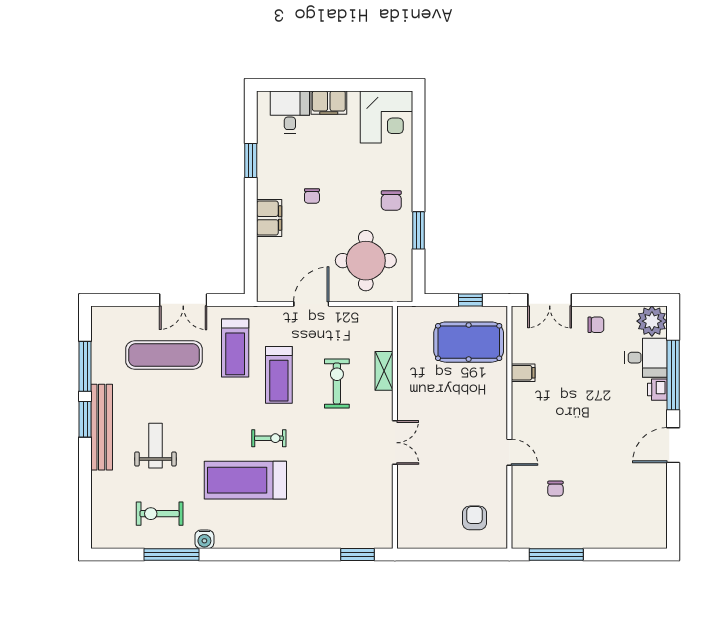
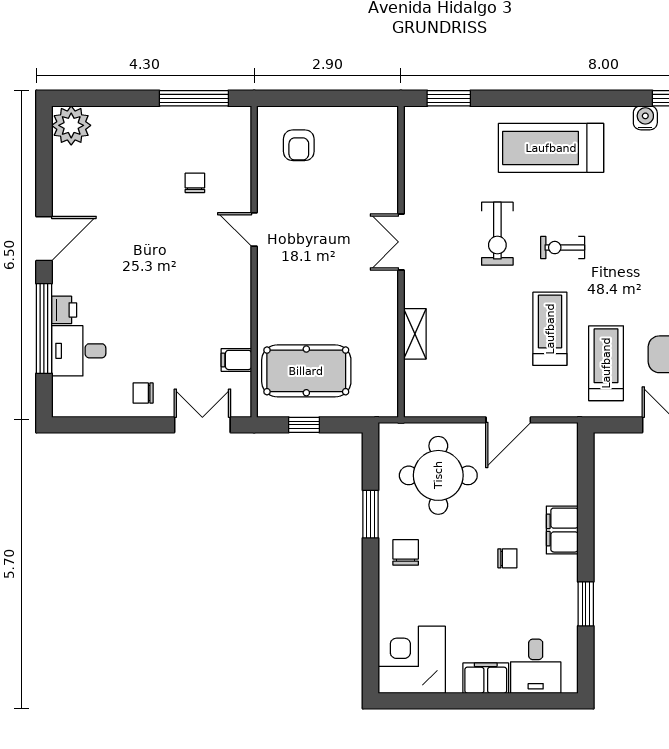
chair: (312, 196) -> (507, 558), turned 90
plant: (652, 321) -> (71, 125), moved
filing cabinet: (523, 373) -> (236, 360), moved
exercise bike: (337, 384) -> (497, 234), moved
treadmill: (245, 480) -> (551, 148), moved, turned 180

